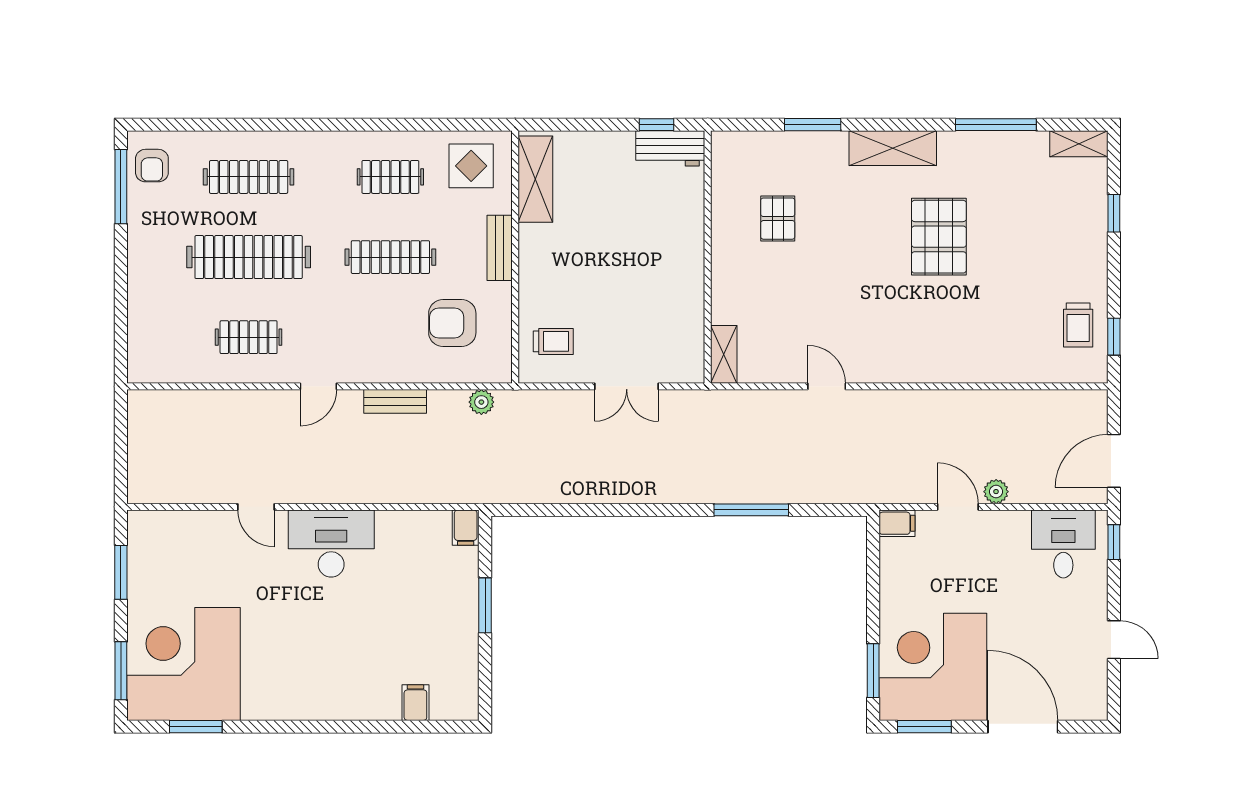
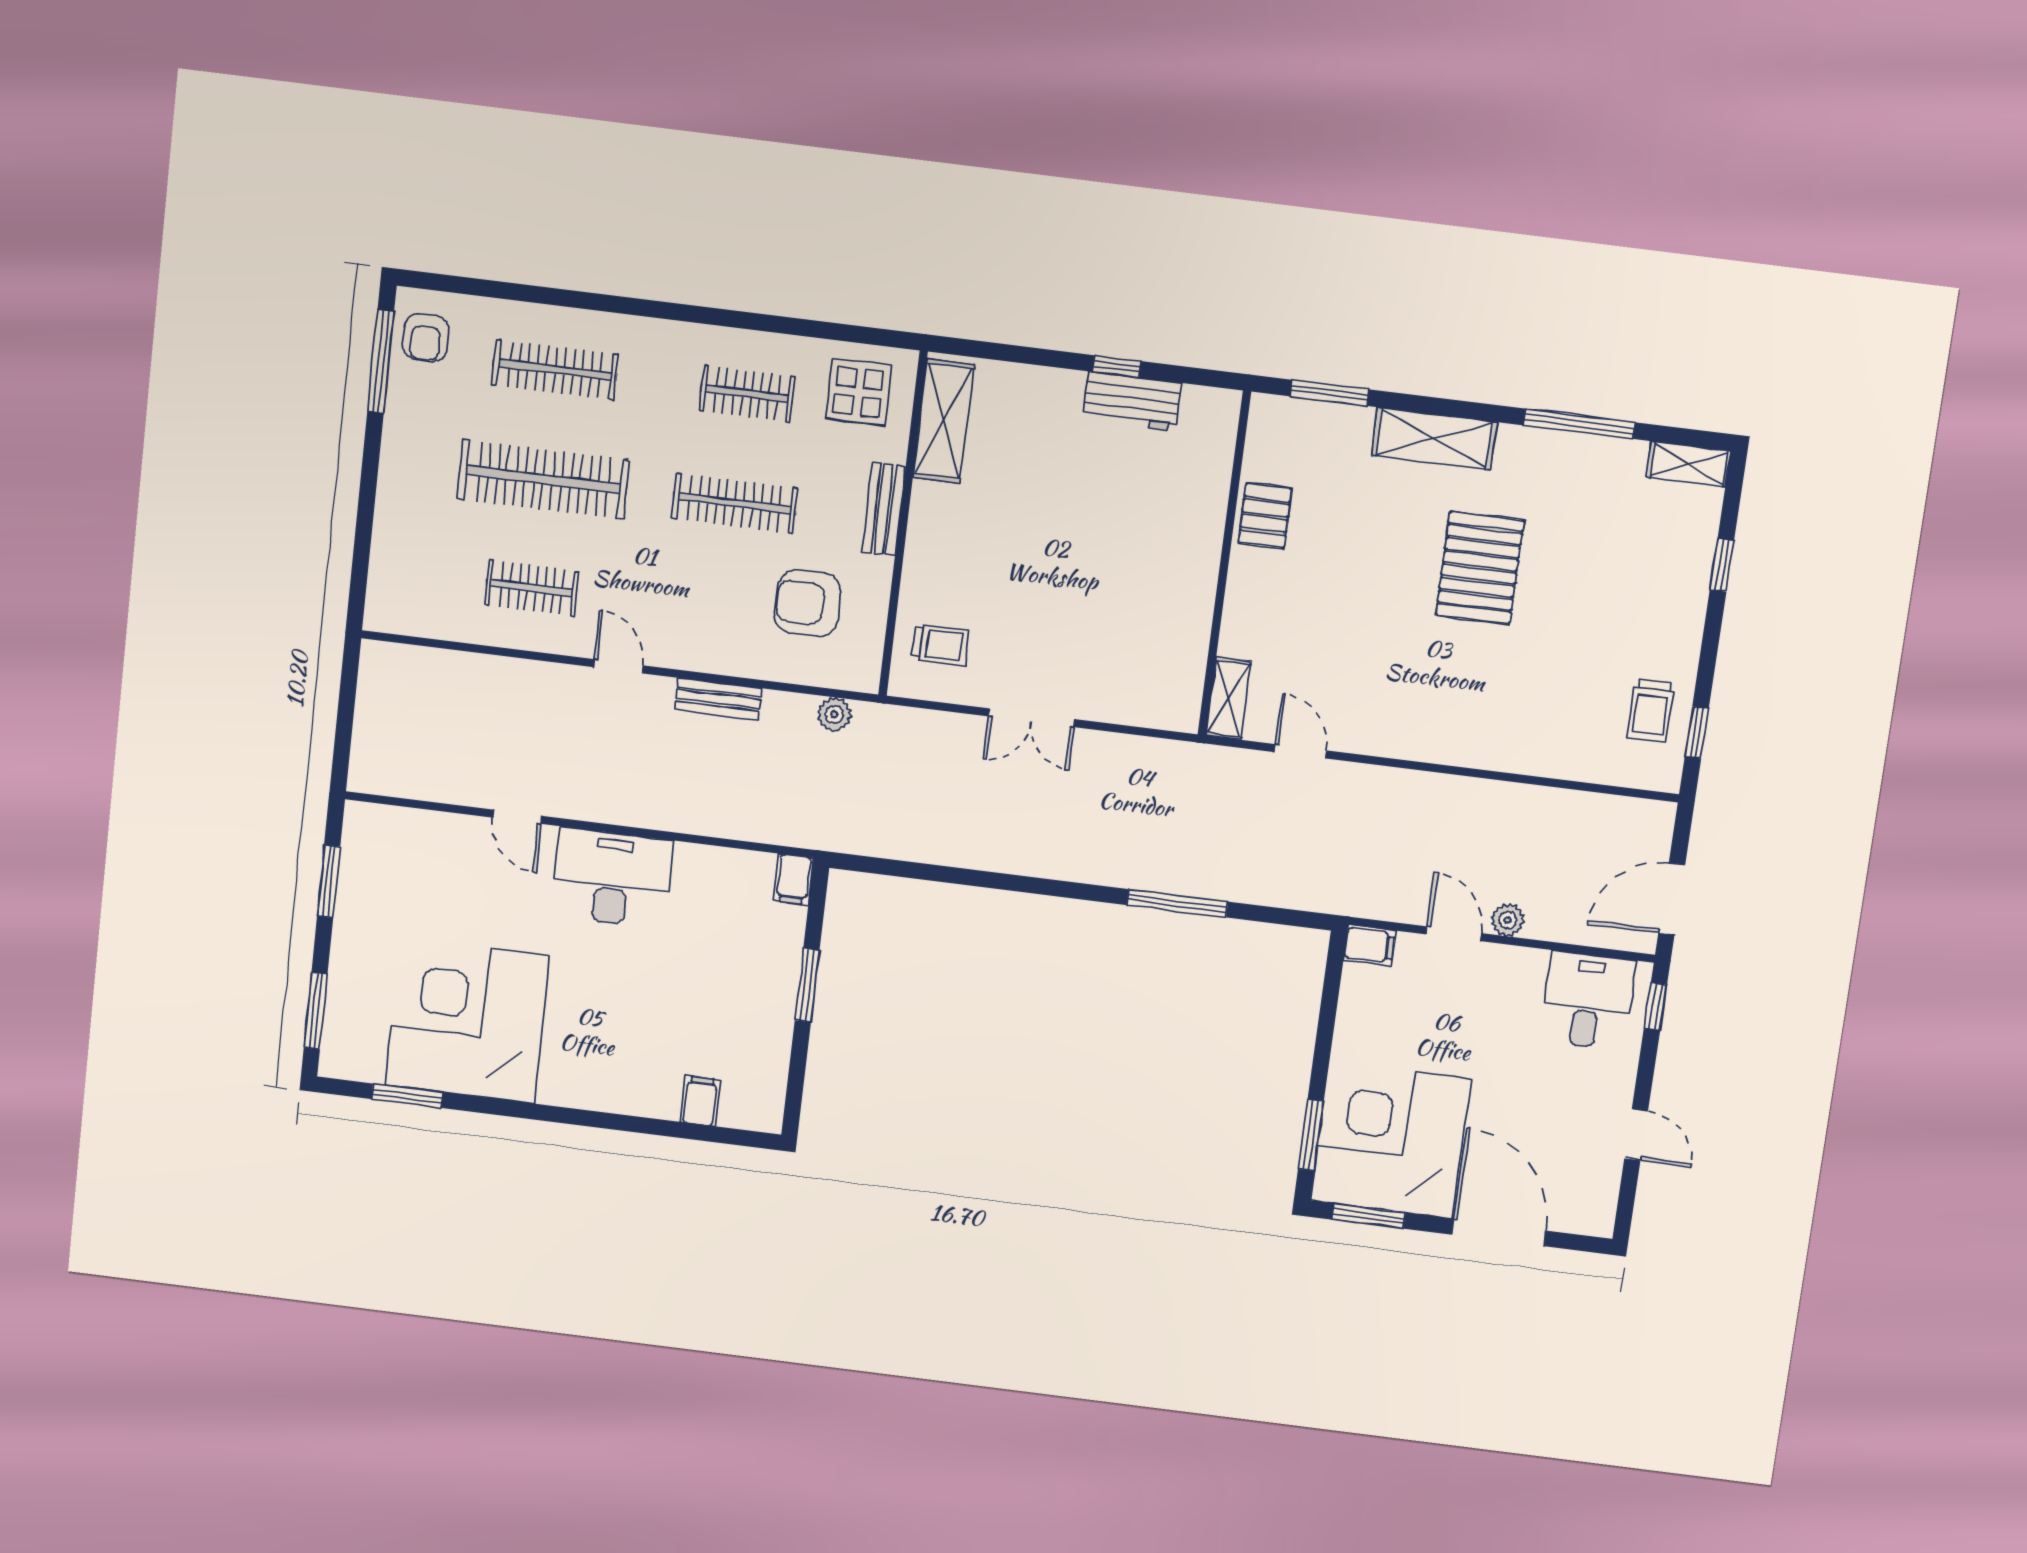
wall: (708, 257) -> (1224, 564), moved
shelving: (724, 354) -> (1229, 698), moved
door: (318, 386) -> (618, 666), swing flipped
corner desk: (184, 664) -> (467, 1020), moved

